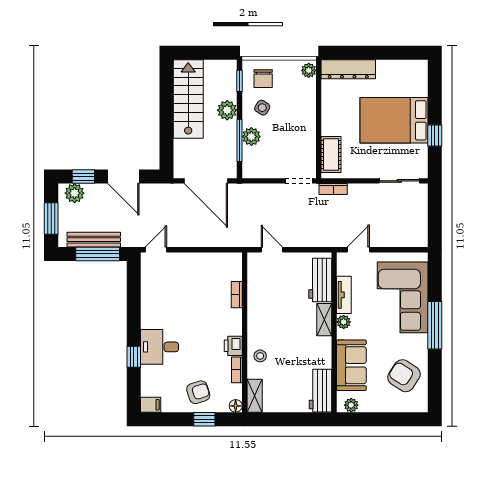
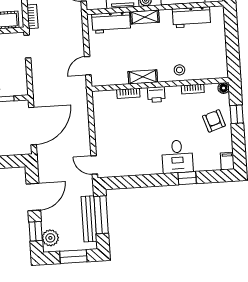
printer: (233, 346) -> (156, 95), moved
workbench: (320, 391) -> (191, 17), moved
shelving: (255, 396) -> (143, 77), moved

